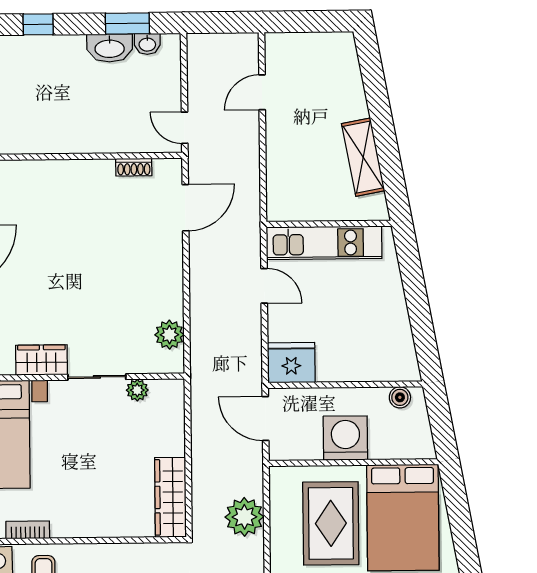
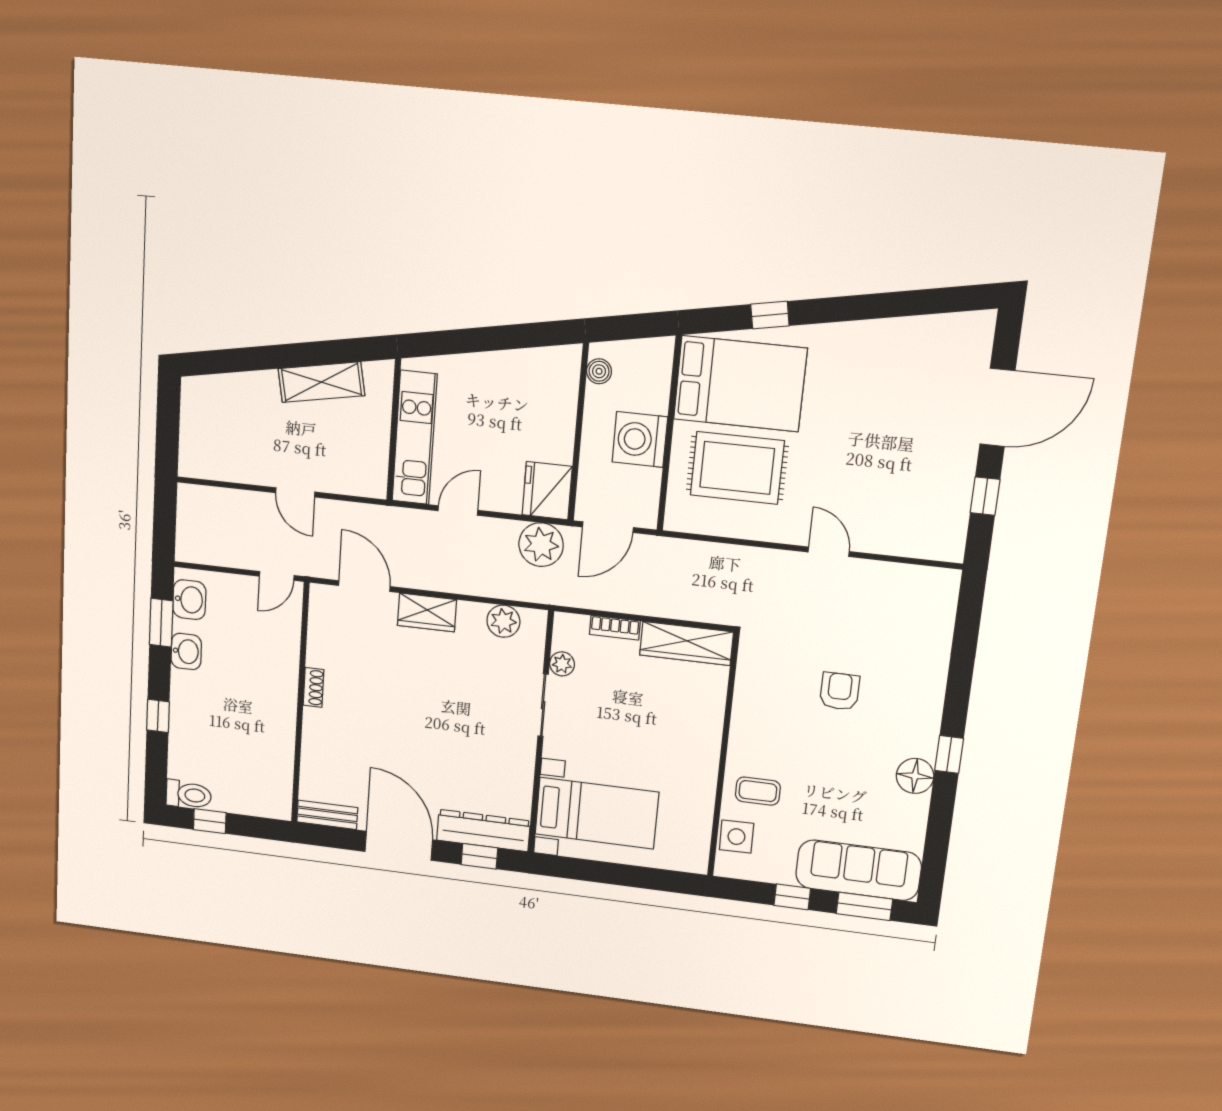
washbasin: (147, 44) -> (189, 600), width x1.38, depth x1.45
washbasin: (110, 48) -> (186, 651), width x0.72
door: (262, 92) -> (295, 492), moved
shoe rack: (134, 167) -> (313, 687), moved
wardrobe: (42, 360) -> (427, 612), moved, turned -90
plant: (244, 517) -> (541, 545), moved
bookcase: (28, 530) -> (615, 628), moved, turned -90
window: (463, 536) -> (770, 315), added

